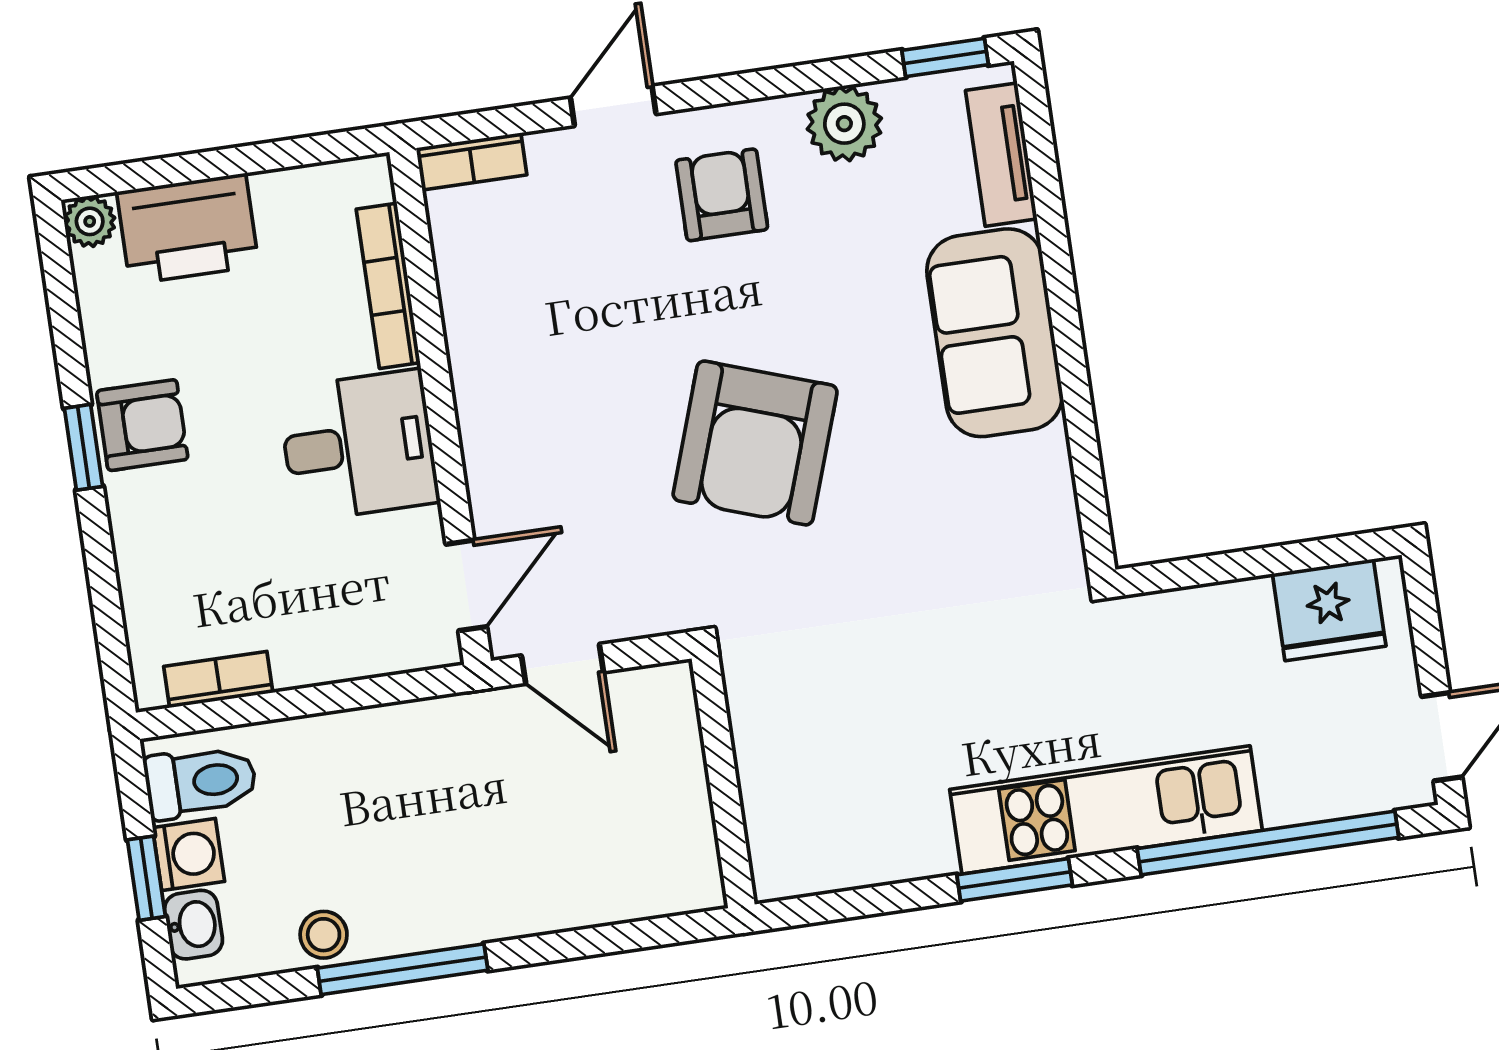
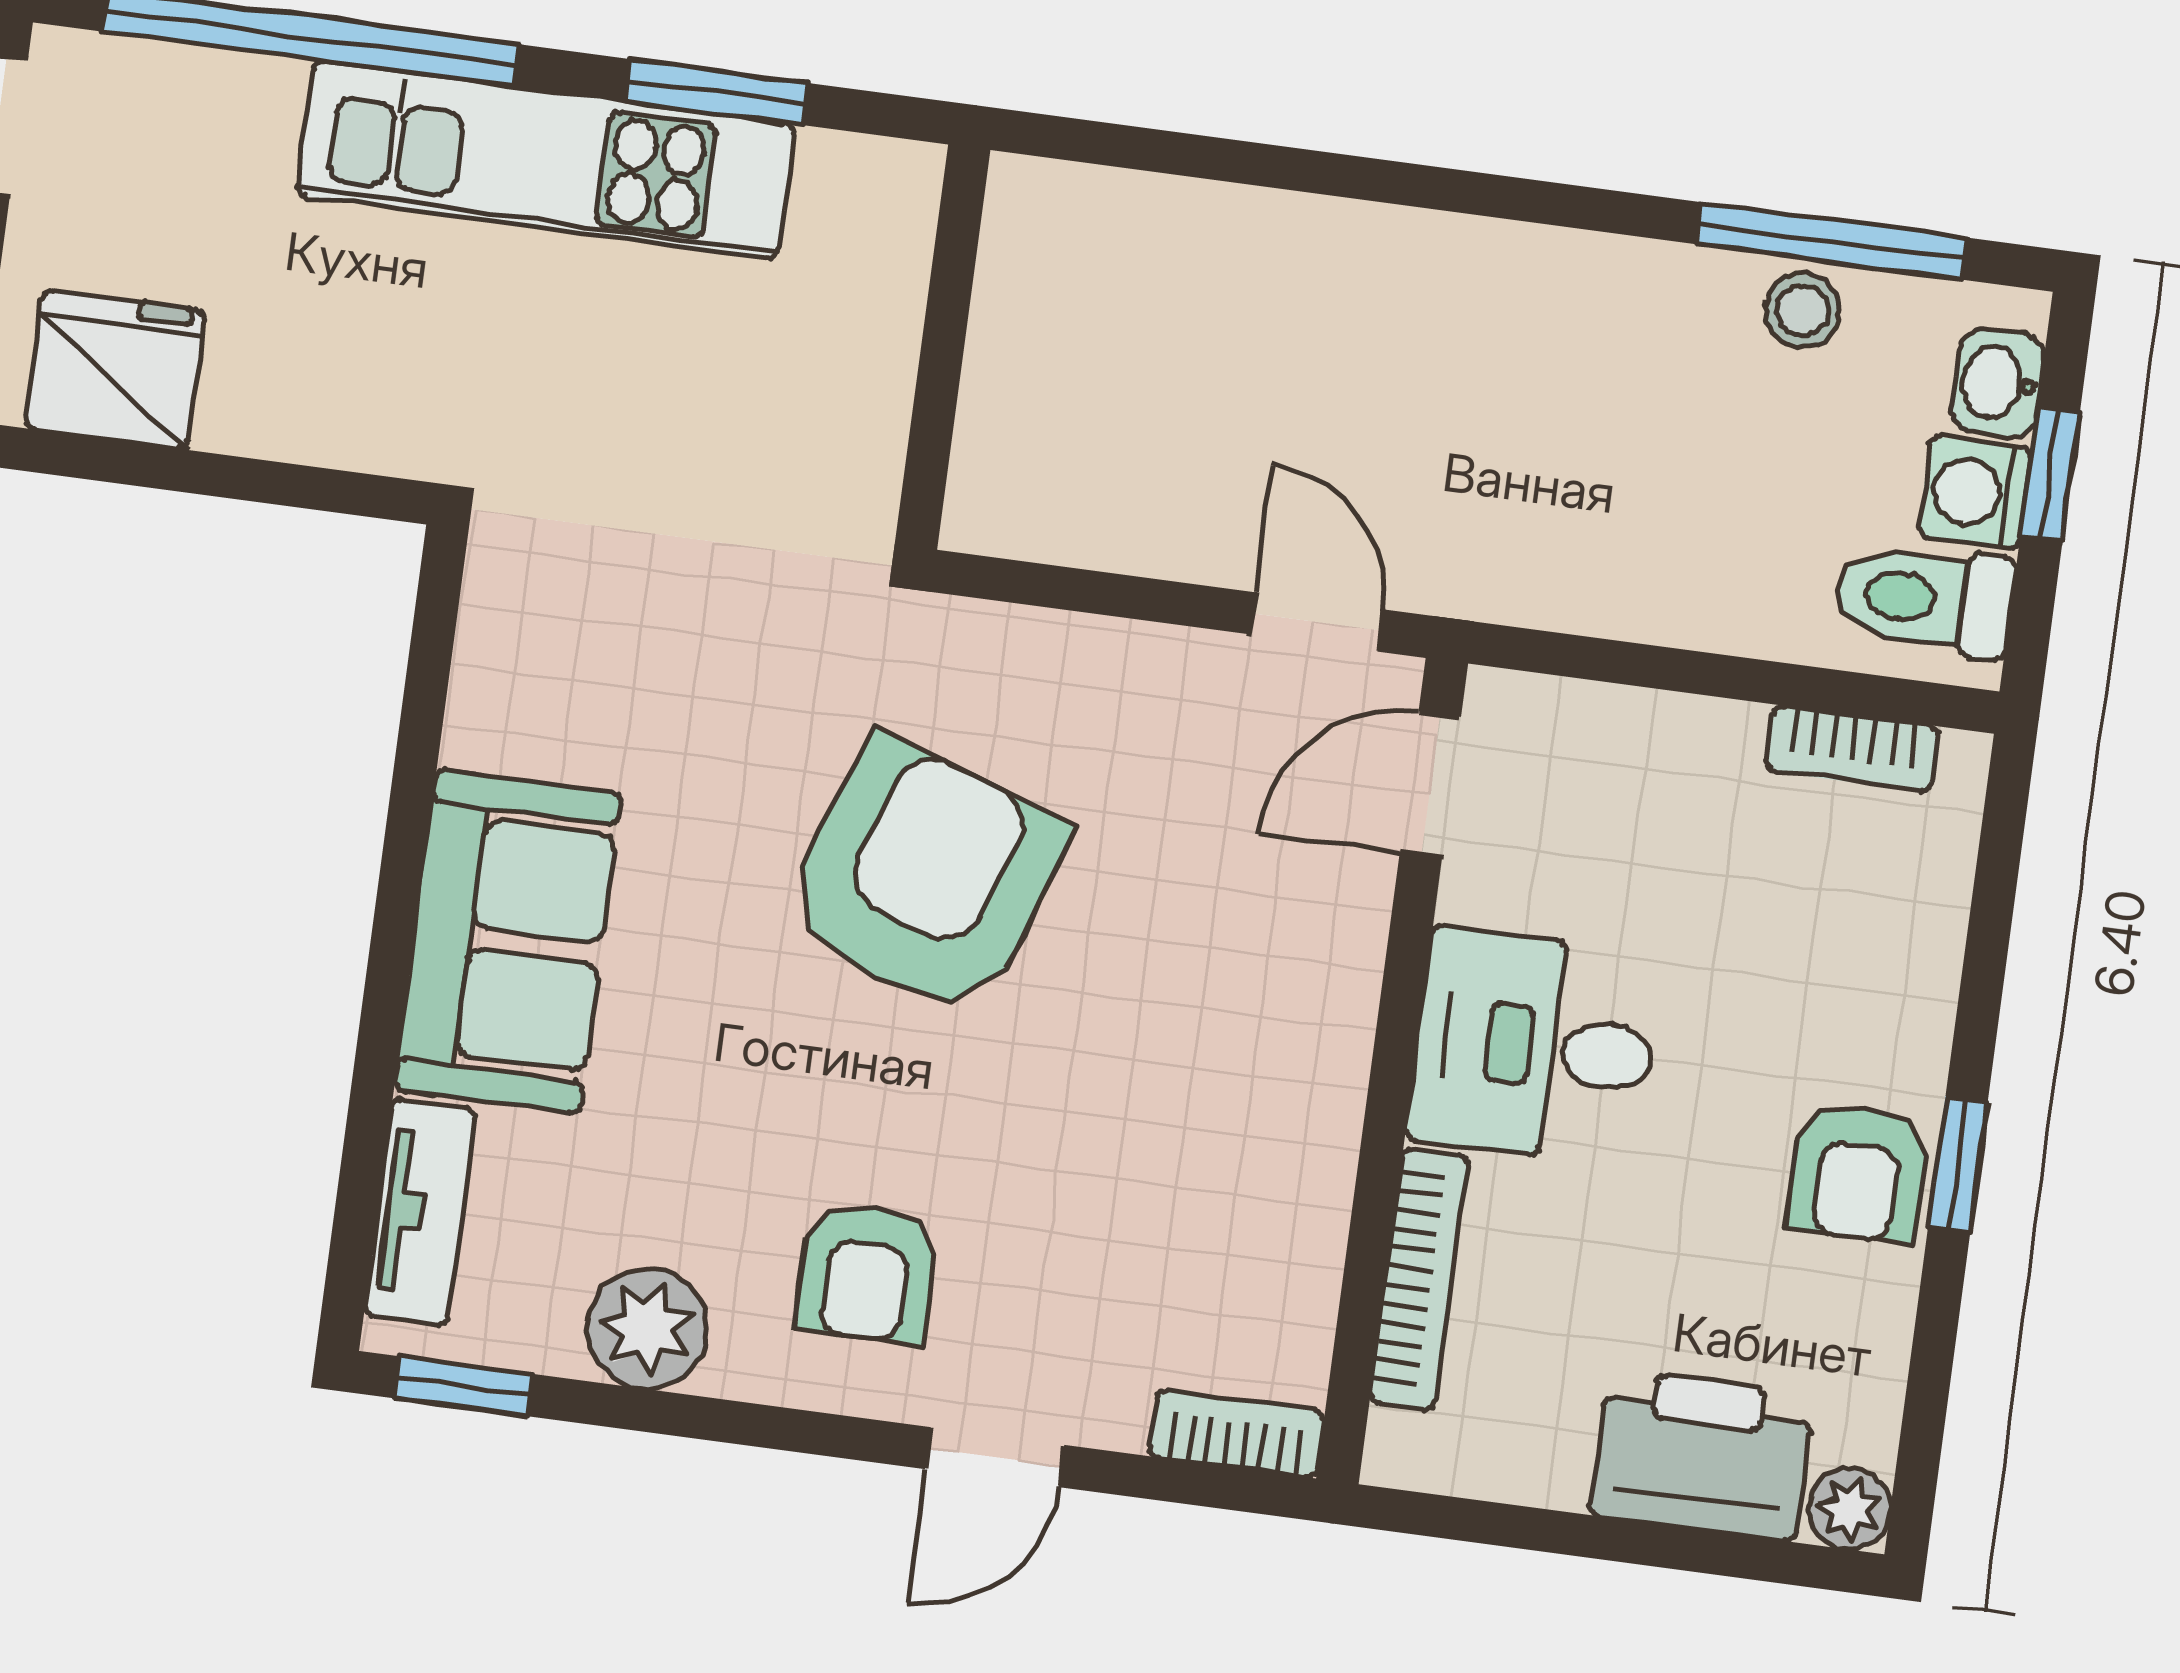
armchair: (142, 425) -> (1858, 1173), turned -90
wall: (723, 781) -> (943, 347), moved
window: (403, 969) -> (1831, 241), moved

